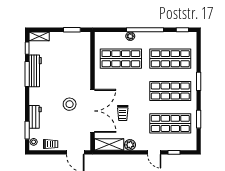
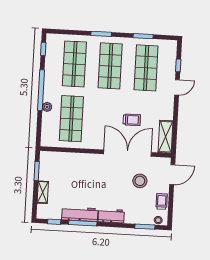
shelving: (39, 36) -> (43, 192), moved
stool: (70, 104) -> (140, 181), moved
workbench: (35, 117) -> (111, 216), moved
plant: (130, 145) -> (167, 114), removed

